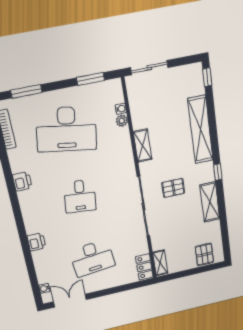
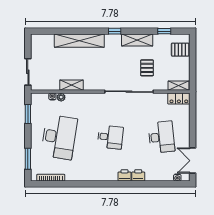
window: (207, 77) -> (164, 31), moved
shelving: (143, 146) -> (72, 85), moved
printer: (22, 181) -> (125, 175), moved
pallet: (173, 188) -> (147, 68), moved

